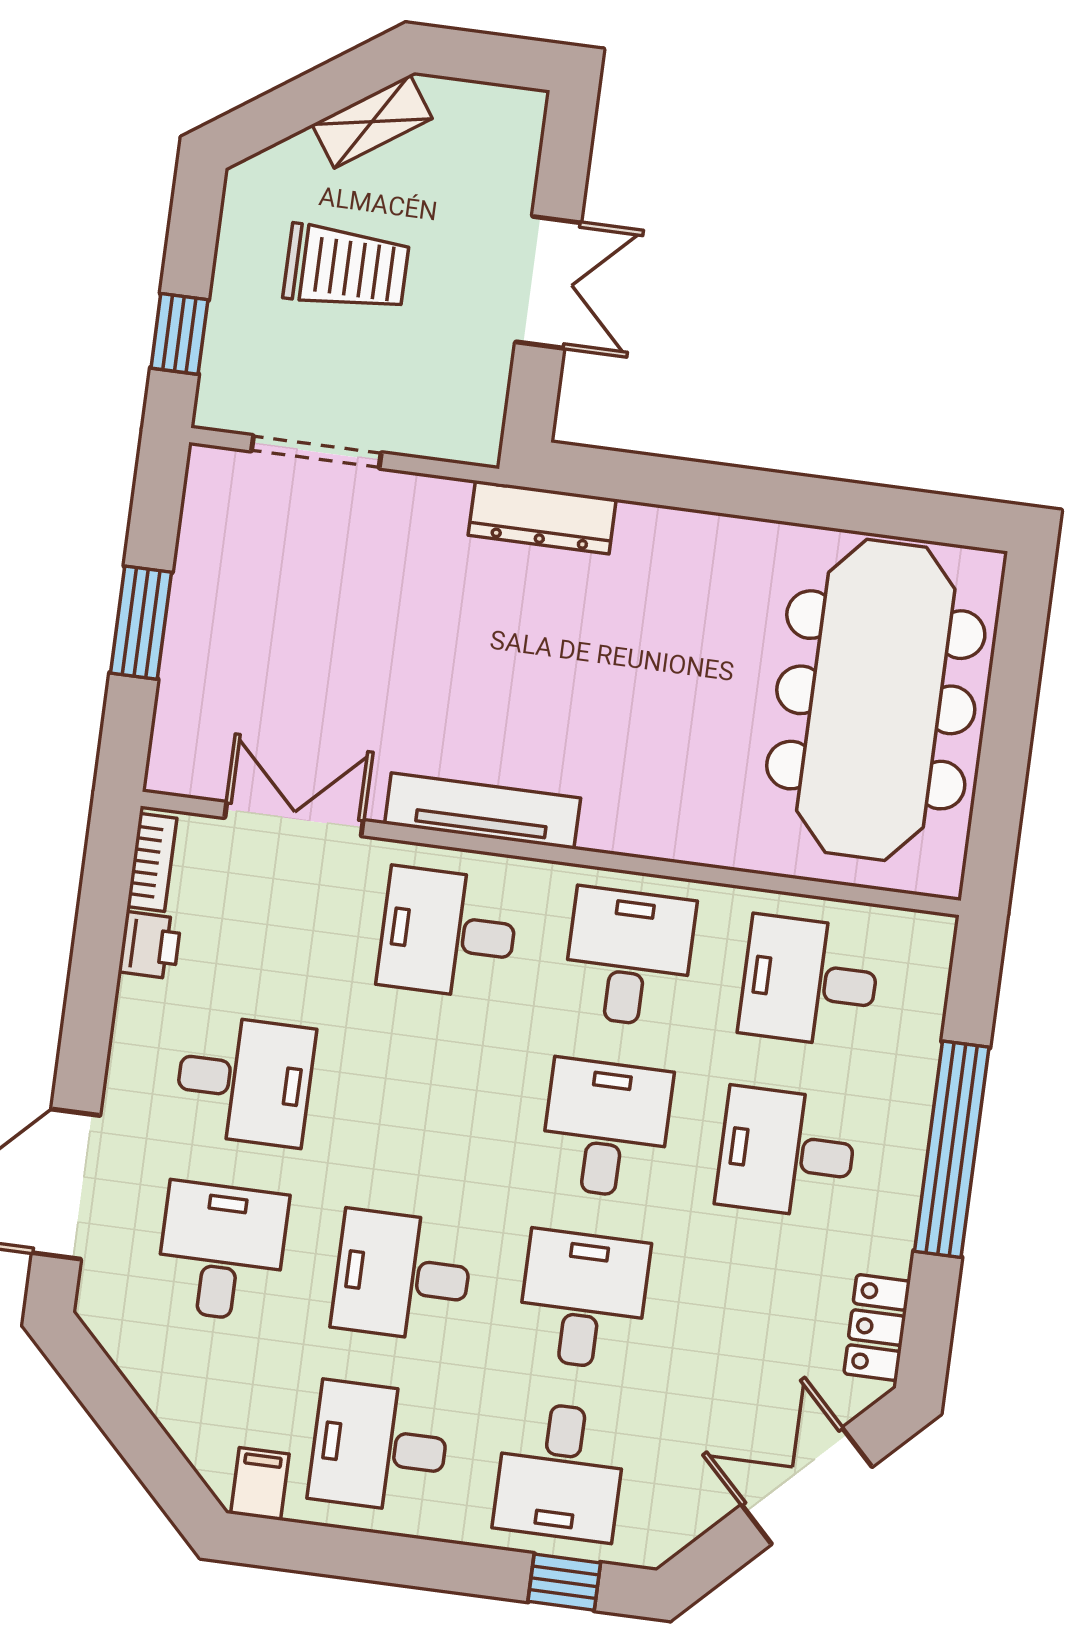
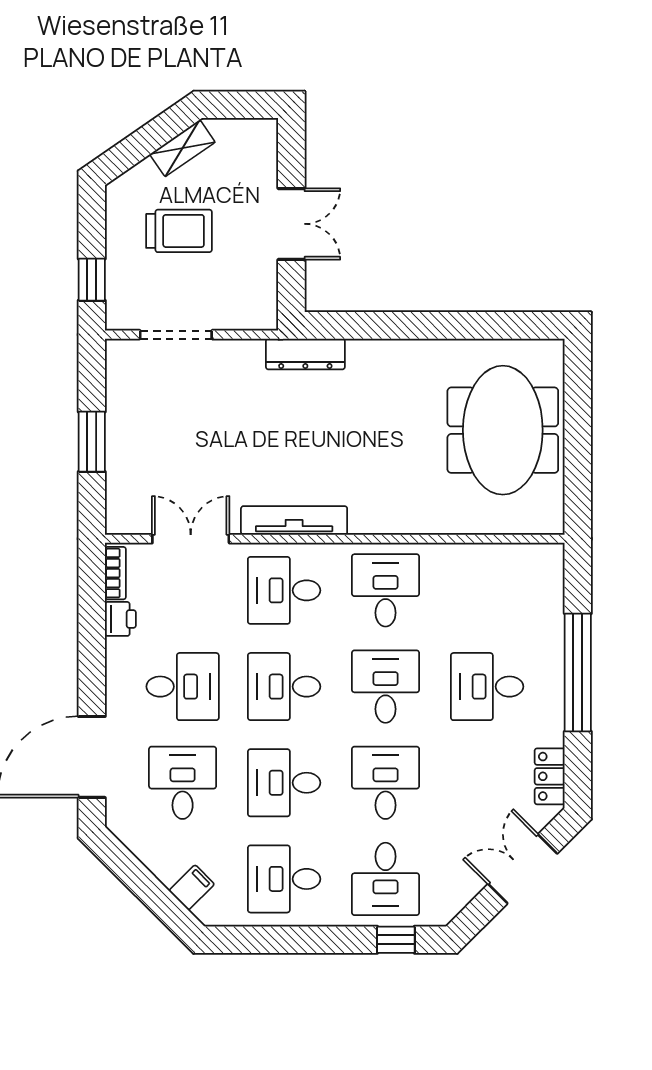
meeting table: (876, 700) -> (503, 430), width x0.73
desk: (810, 981) -> (284, 687), moved
filing cabinet: (260, 1484) -> (192, 887), moved, turned 45

